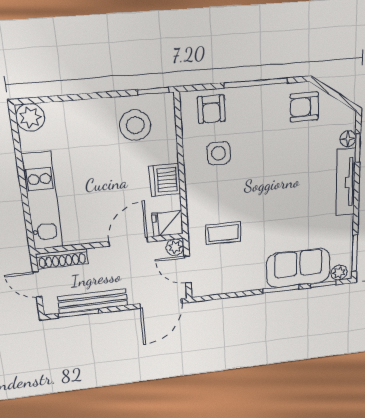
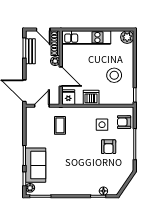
armchair: (304, 107) -> (109, 147), moved, turned 180
stool: (135, 125) -> (114, 75), moved
tv unit: (346, 182) -> (81, 190), removed
plant: (175, 247) -> (55, 61), moved
door: (37, 284) -> (43, 29), swing flipped
bench: (93, 301) -> (30, 51), width x0.73

